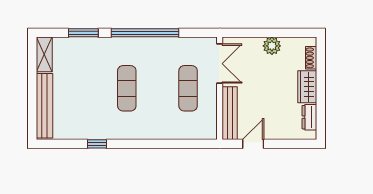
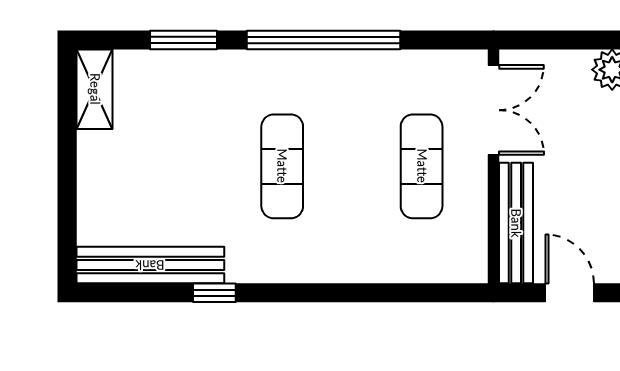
bench: (45, 106) -> (150, 265), moved, turned 90
door: (253, 144) -> (570, 293), hinge flipped

